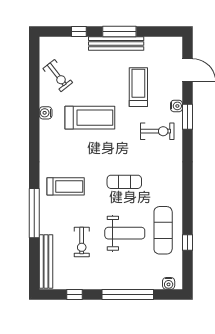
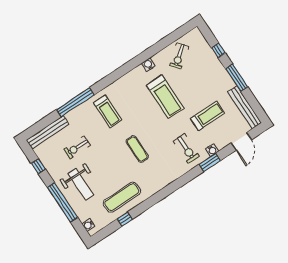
bench: (116, 44) -> (245, 107), moved
weight bench: (125, 233) -> (81, 184), moved

